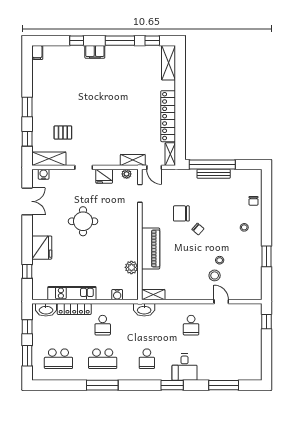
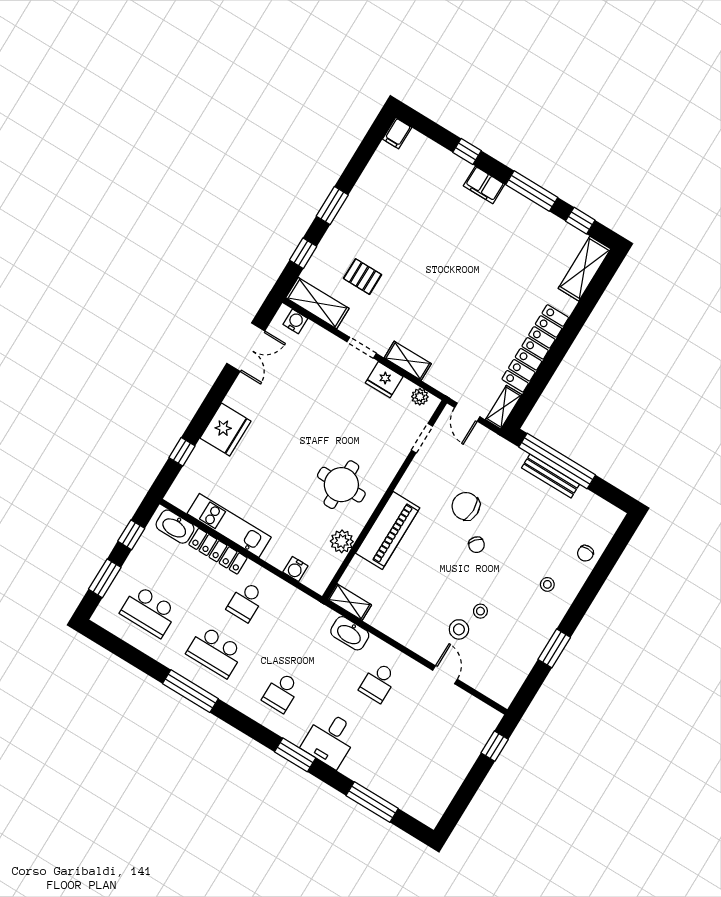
shelving: (133, 160) -> (408, 361), moved
round table: (83, 221) -> (341, 485), moved
washbasin: (144, 310) -> (350, 633), moved

